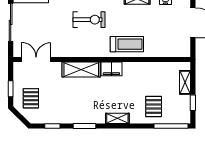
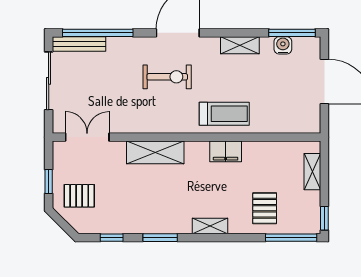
filing cabinet: (111, 69) -> (226, 151), moved
pallet: (31, 98) -> (79, 196), turned 90
window: (193, 103) -> (324, 218), moved

